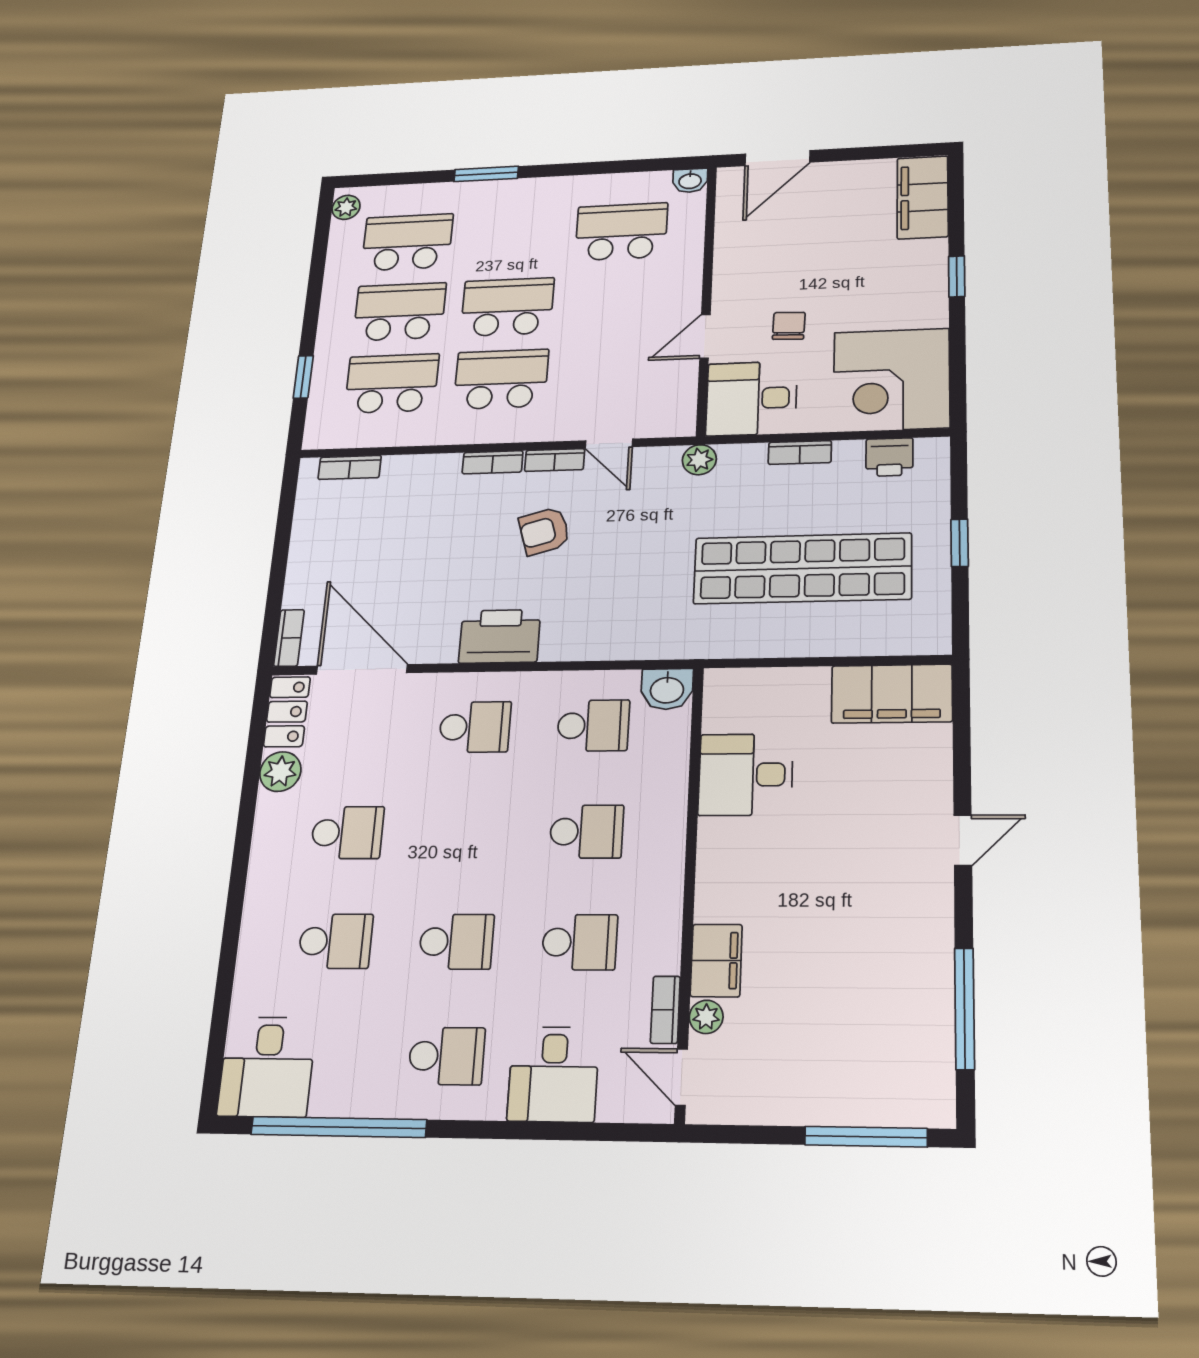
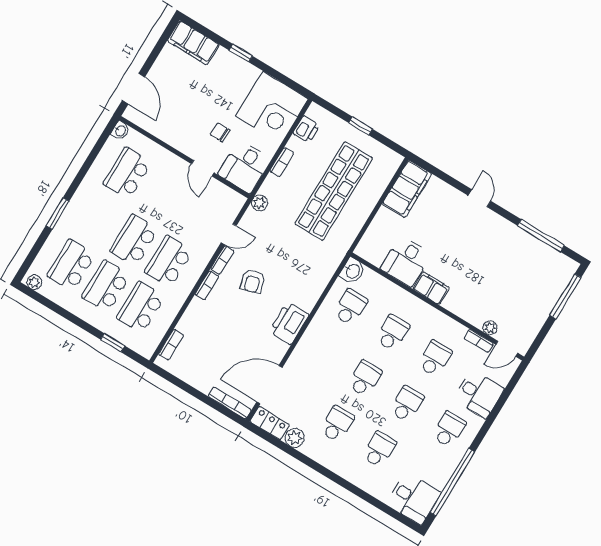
bookcase: (289, 638) -> (230, 403), width x1.56
school desk: (475, 727) -> (365, 378), moved
filing cabinet: (716, 960) -> (431, 288), moved

